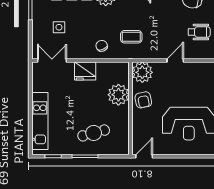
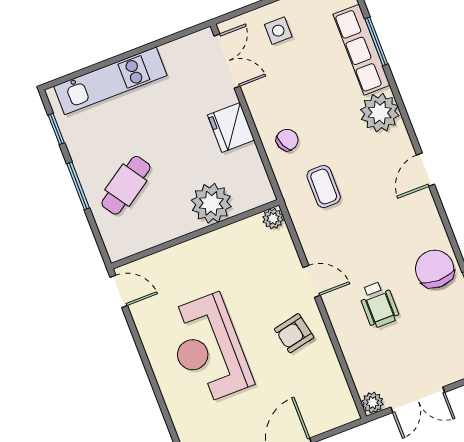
side table: (59, 27) -> (278, 31), moved
plant: (142, 72) -> (273, 219), width x0.53, depth x0.53
armchair: (143, 100) -> (294, 333), moved
cafe table: (94, 133) -> (126, 185), turned 71

